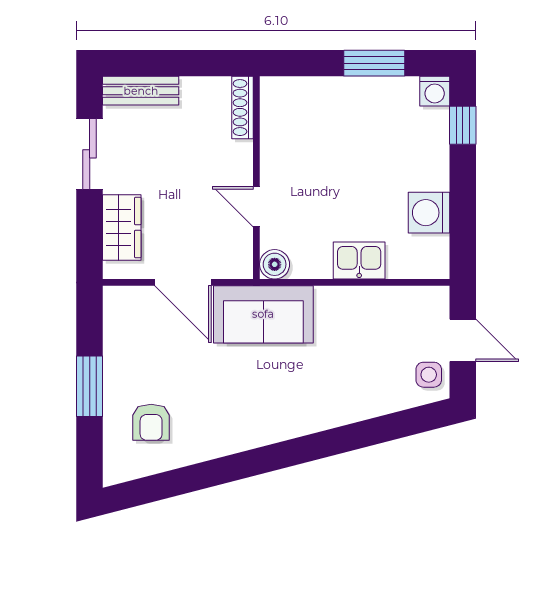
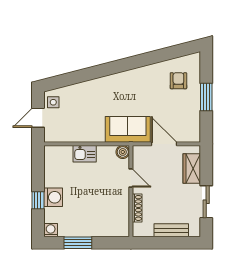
bench: (141, 91) -> (171, 230), moved
shoe rack: (243, 108) -> (137, 208), moved
window: (463, 125) -> (38, 200), moved
washing machine: (429, 213) -> (53, 197), moved
door: (463, 340) -> (38, 118), hinge flipped

